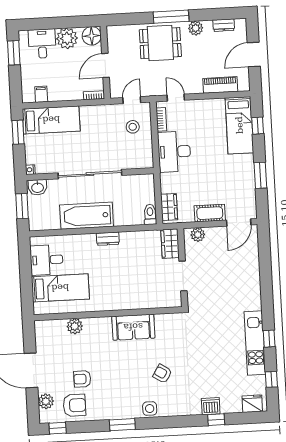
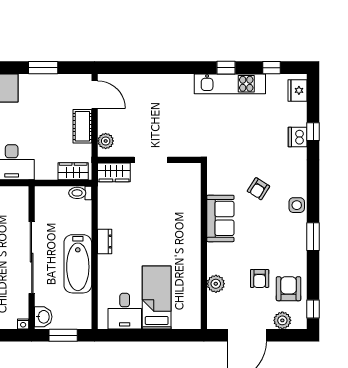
wall: (108, 314) -> (204, 246), moved
plant: (75, 326) -> (216, 284), moved
sofa: (133, 327) -> (220, 218), moved

